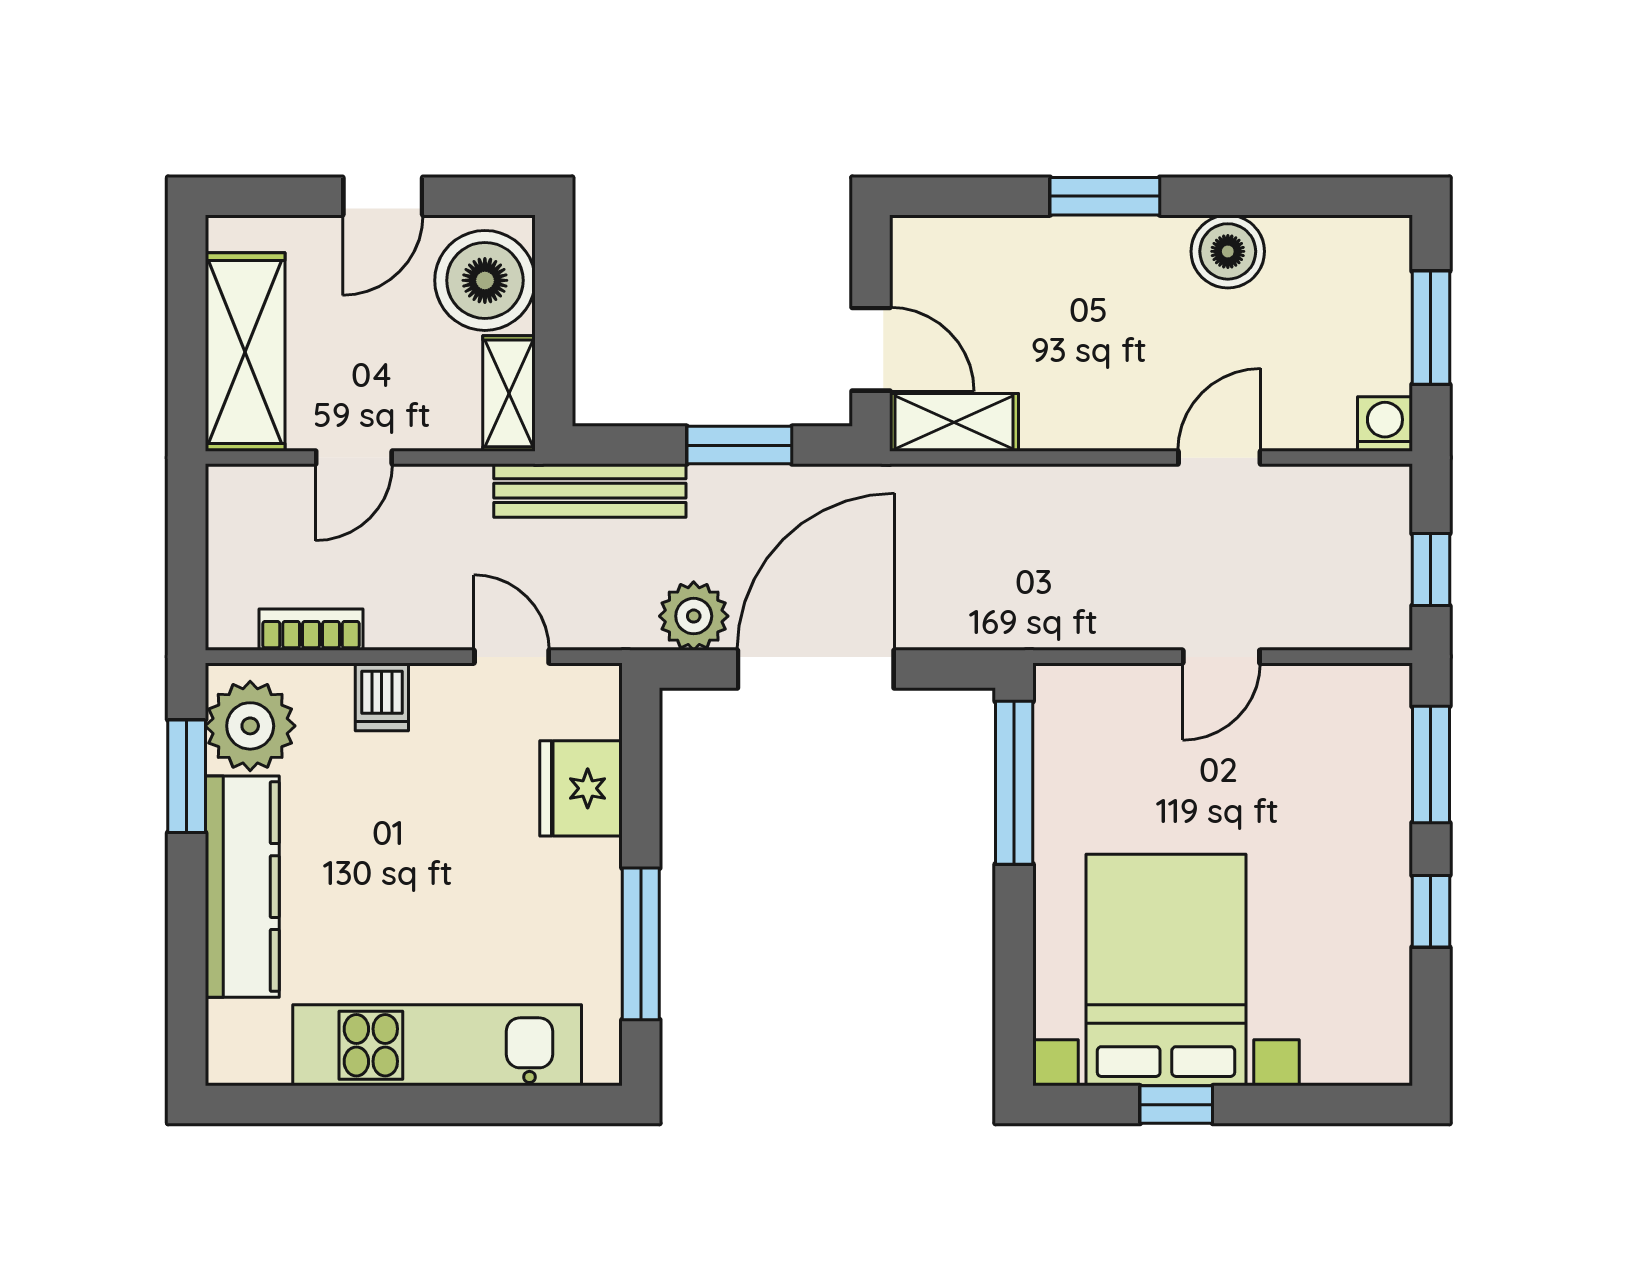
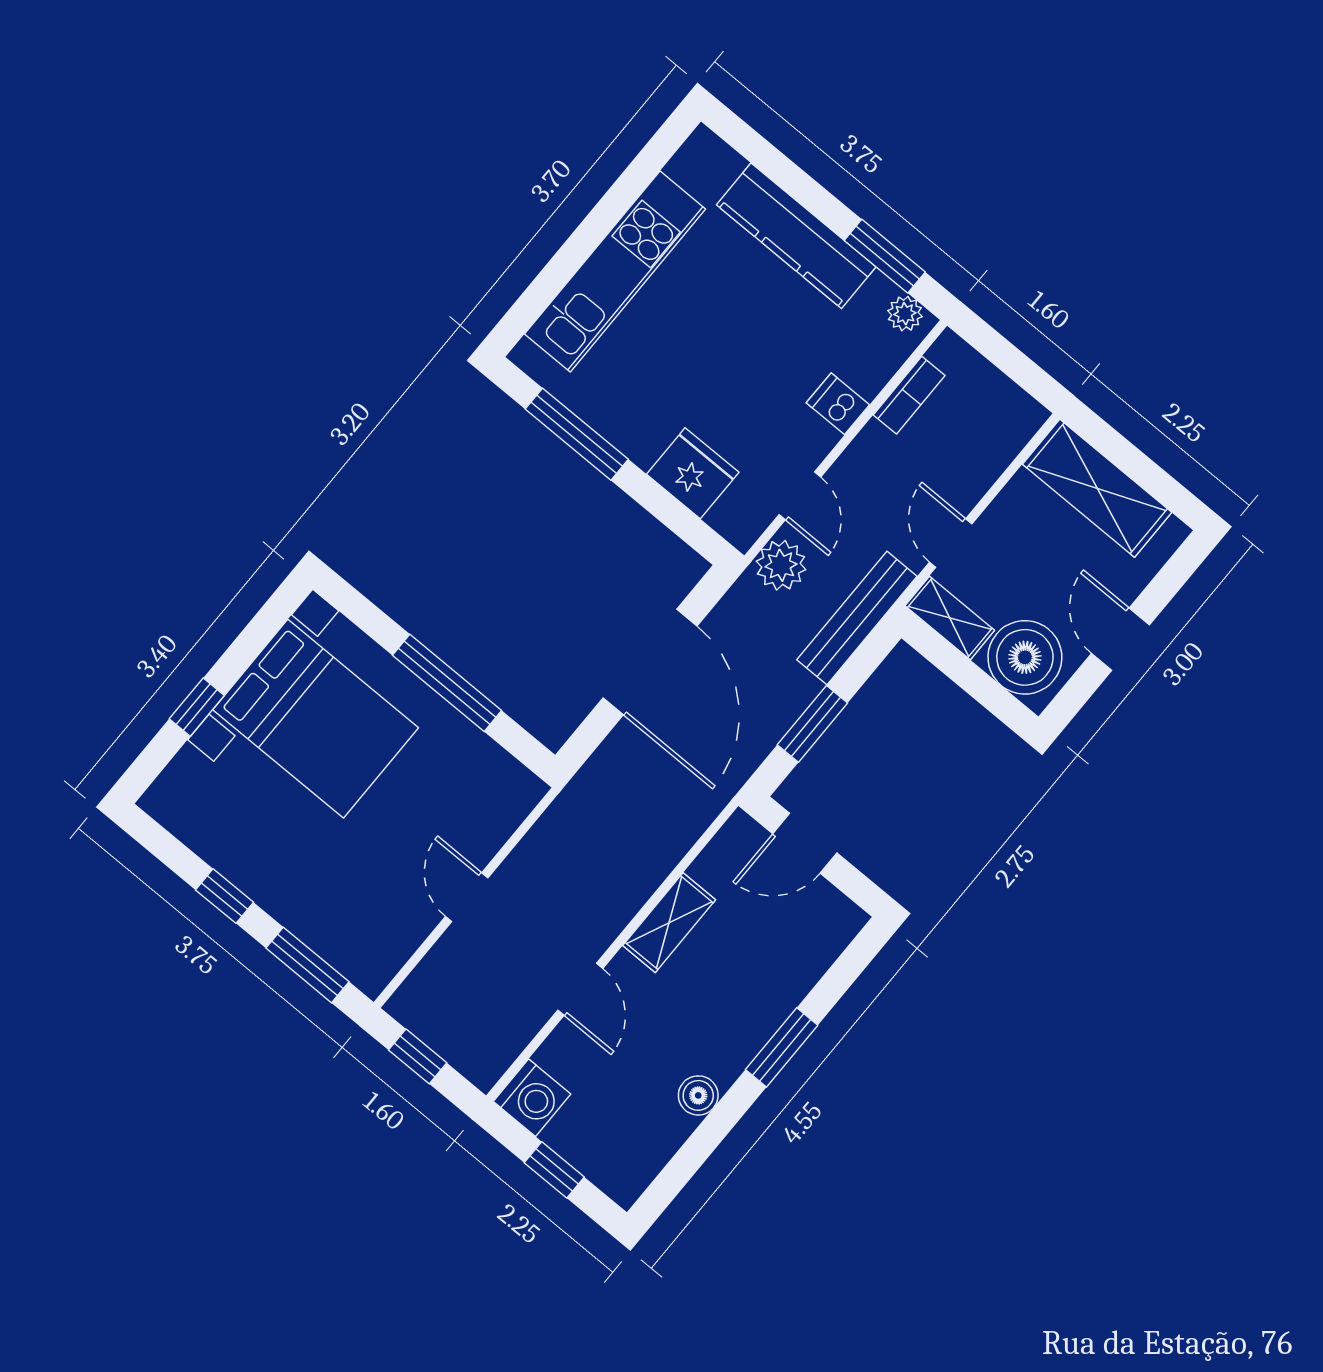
boiler: (1228, 251) -> (698, 1095), width x0.73, depth x0.73
window: (1431, 328) -> (554, 1170), width x0.67
shelving: (954, 422) -> (669, 923), moved
washing machine: (1385, 424) -> (532, 1098), width x1.38, depth x1.38
door: (354, 458) -> (951, 543), moved
plant: (694, 616) -> (781, 565), moved
door: (512, 657) -> (800, 496), hinge flipped
plant: (250, 726) -> (905, 314), width x0.53, depth x0.53
window: (1014, 783) -> (447, 683), moved
window: (1176, 1105) -> (197, 707), moved

